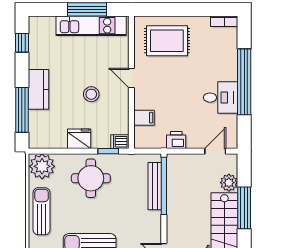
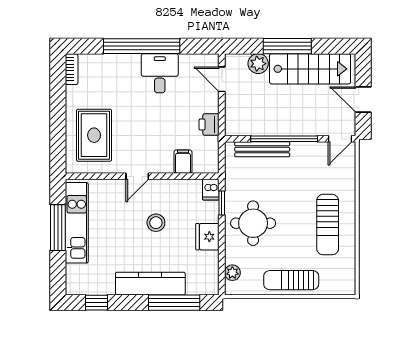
kitchen counter: (39, 89) -> (150, 284), width x1.50
plant: (42, 166) -> (232, 273), width x0.53, depth x0.53
window: (164, 186) -> (284, 139), moved

